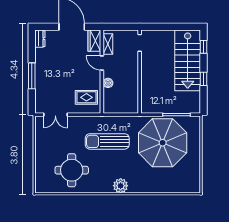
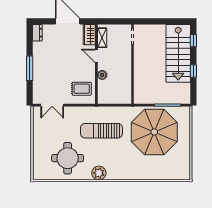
plant: (121, 186) -> (99, 173), moved

